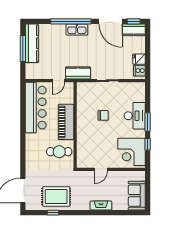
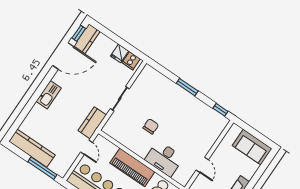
window: (71, 21) -> (37, 95), removed
window: (23, 49) -> (42, 168), moved
desk: (135, 116) -> (164, 159), moved, turned 180
window: (148, 144) -> (220, 110), moved
corner desk: (131, 152) -> (206, 123), removed

